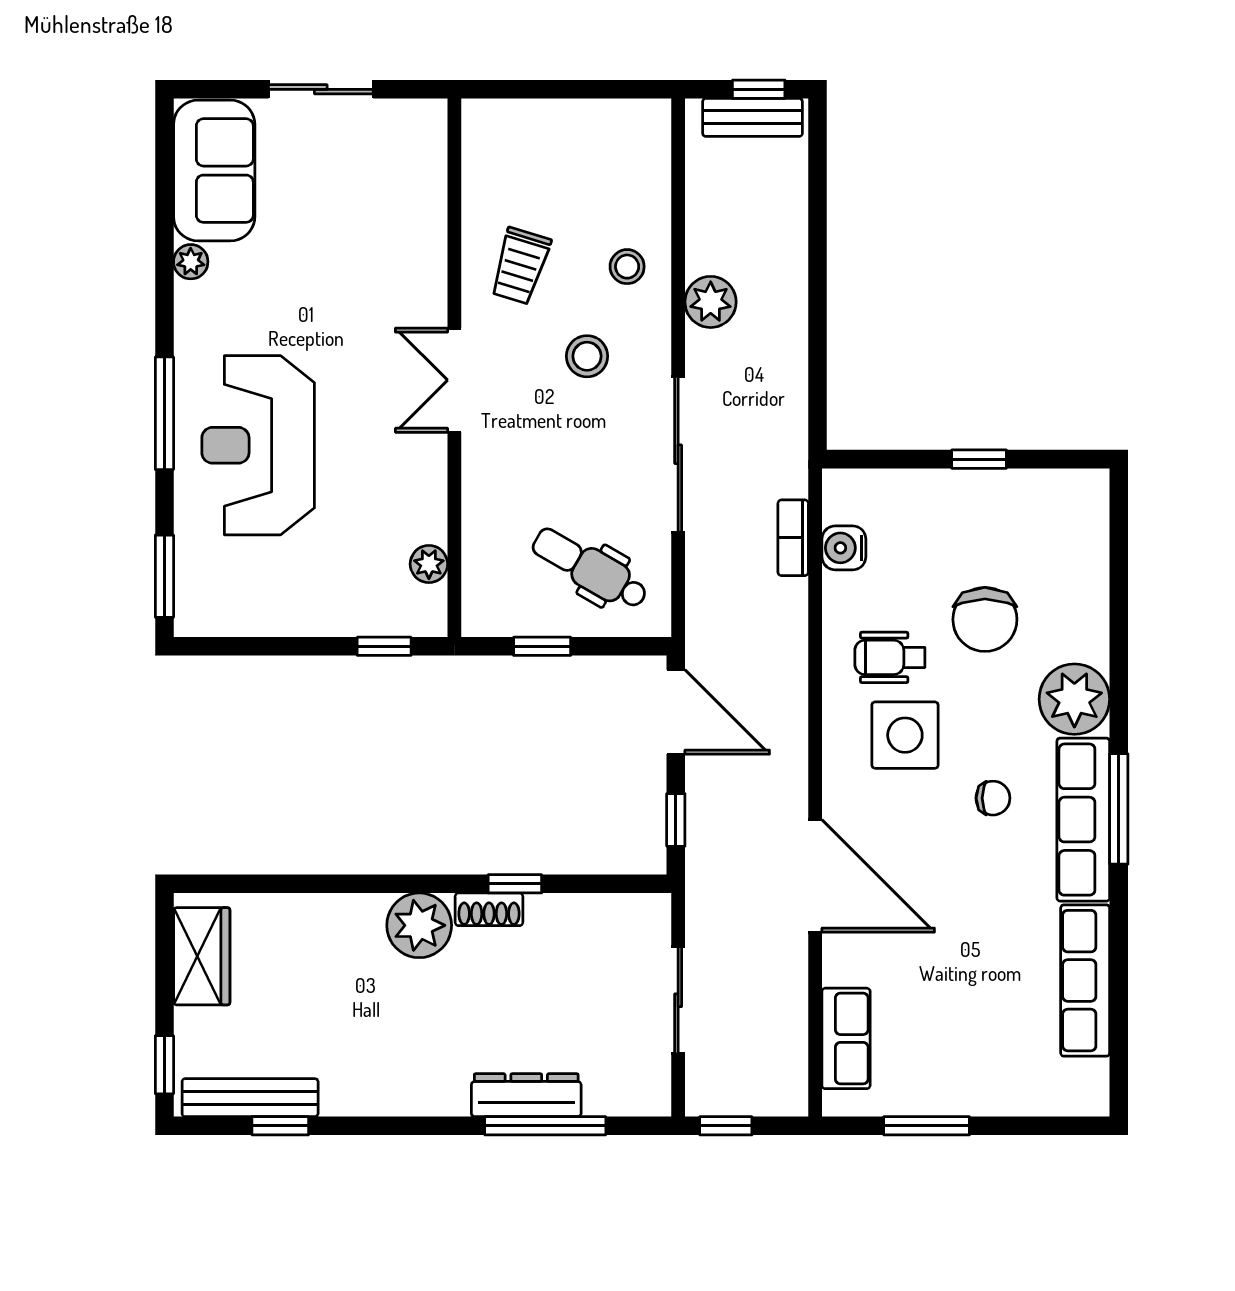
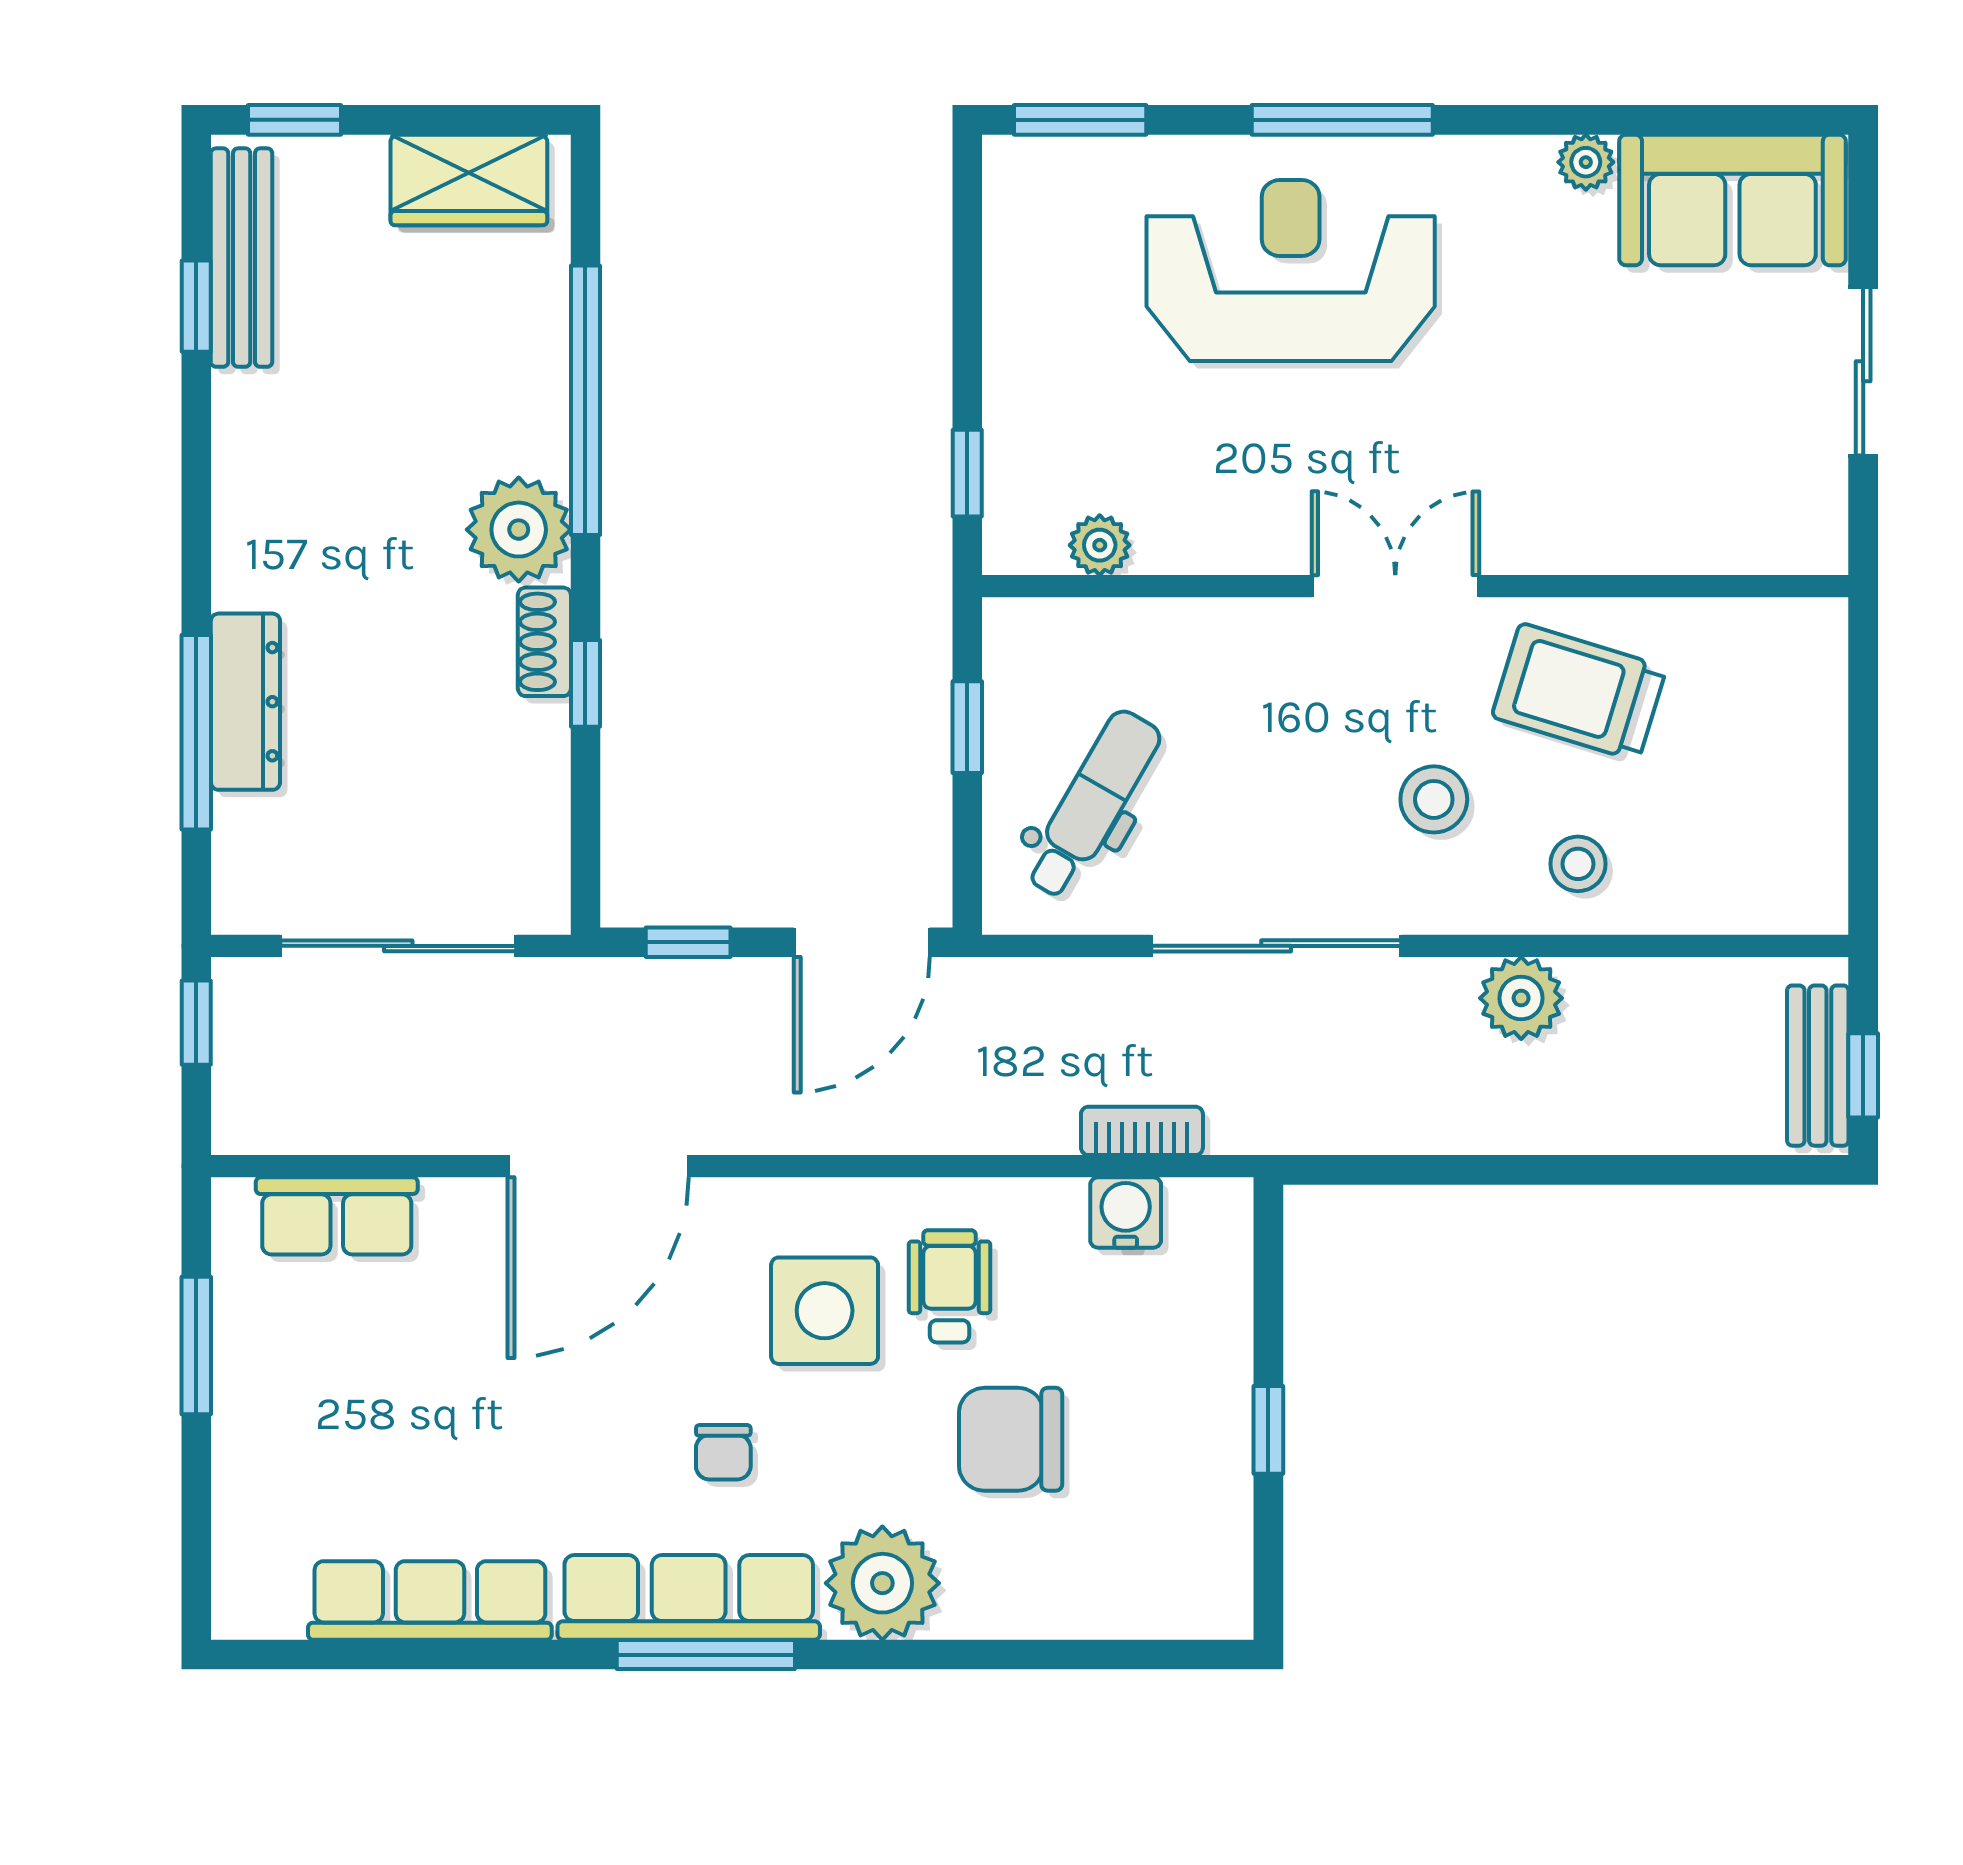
trolley: (520, 266) -> (1579, 692), width x1.36, depth x1.39
window: (339, 884) -> (585, 400), added
sliding door: (678, 1000) -> (398, 946), width x1.37

